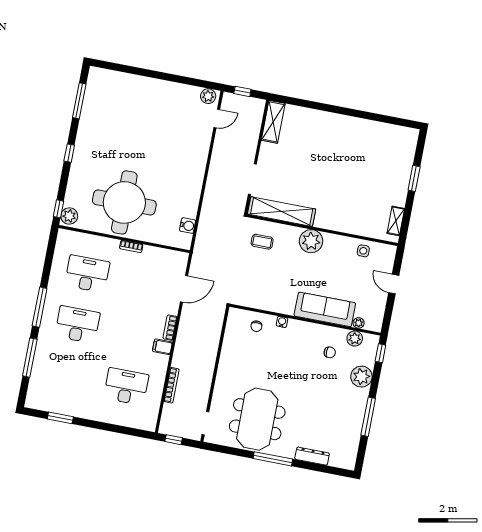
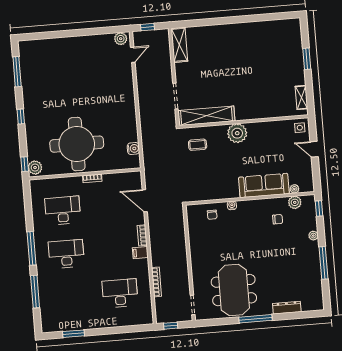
side table: (363, 251) -> (300, 128), moved
door: (184, 289) -> (145, 201), swing flipped
plant: (361, 377) -> (313, 236), width x0.53, depth x0.53

